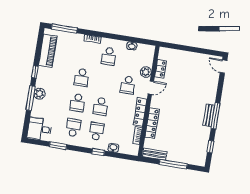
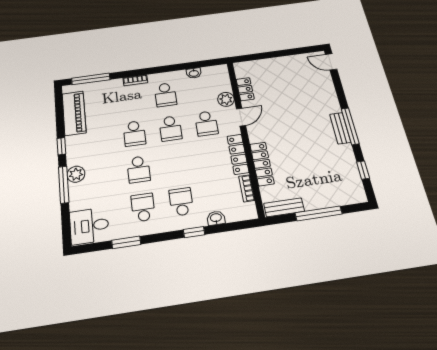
school desk: (101, 106) -> (170, 128), moved

